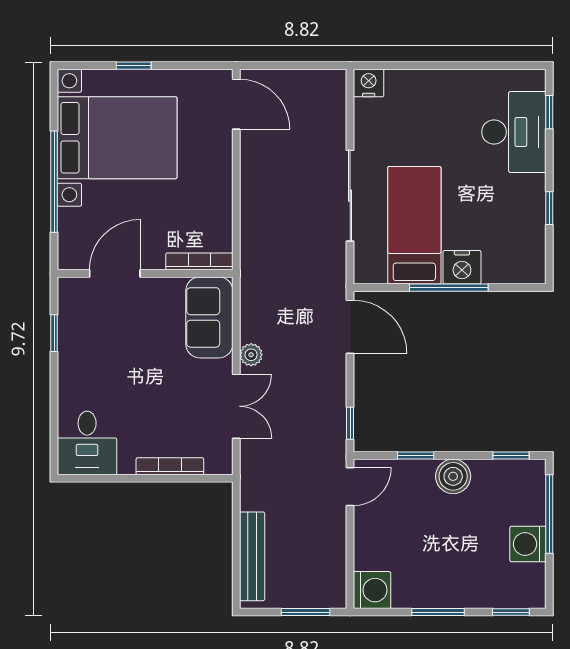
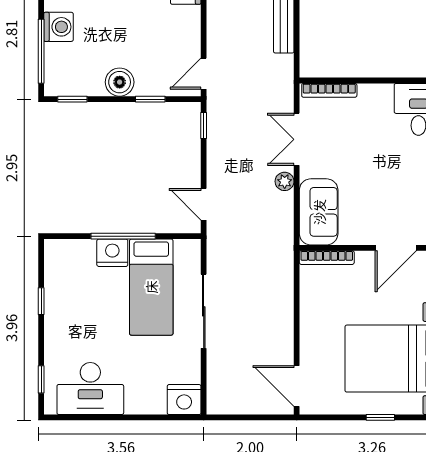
nightstand: (369, 83) -> (184, 400), width x1.36, depth x1.33
desk: (514, 132) -> (90, 389), moved, turned -90
door: (350, 327) -> (204, 204), width x0.73
bookcase: (170, 466) -> (329, 90), moved

